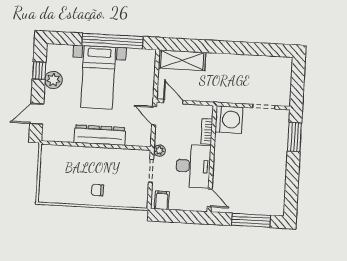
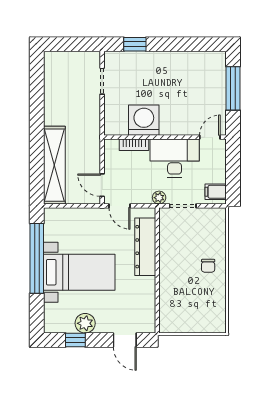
shelving: (182, 60) -> (54, 165), width x1.47
door: (173, 102) -> (102, 185), hinge flipped
door: (154, 116) -> (120, 206), hinge flipped
washing machine: (229, 120) -> (144, 120), moved
dresser: (100, 135) -> (145, 247), moved
window: (294, 137) -> (135, 44), width x0.67

